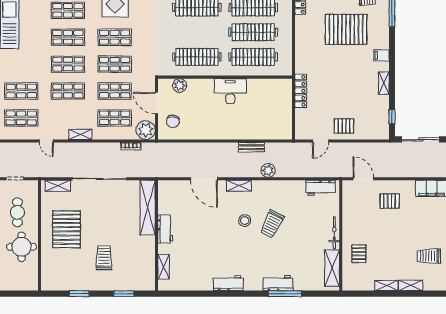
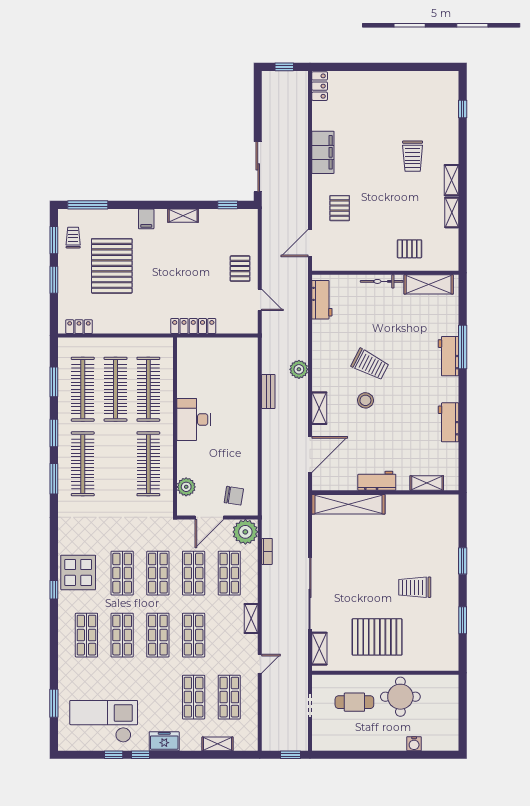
shelving: (148, 208) -> (348, 504), moved
workbench: (165, 229) -> (377, 481), moved
wall: (157, 235) -> (385, 492), moved
shelving: (164, 267) -> (427, 483), moved

